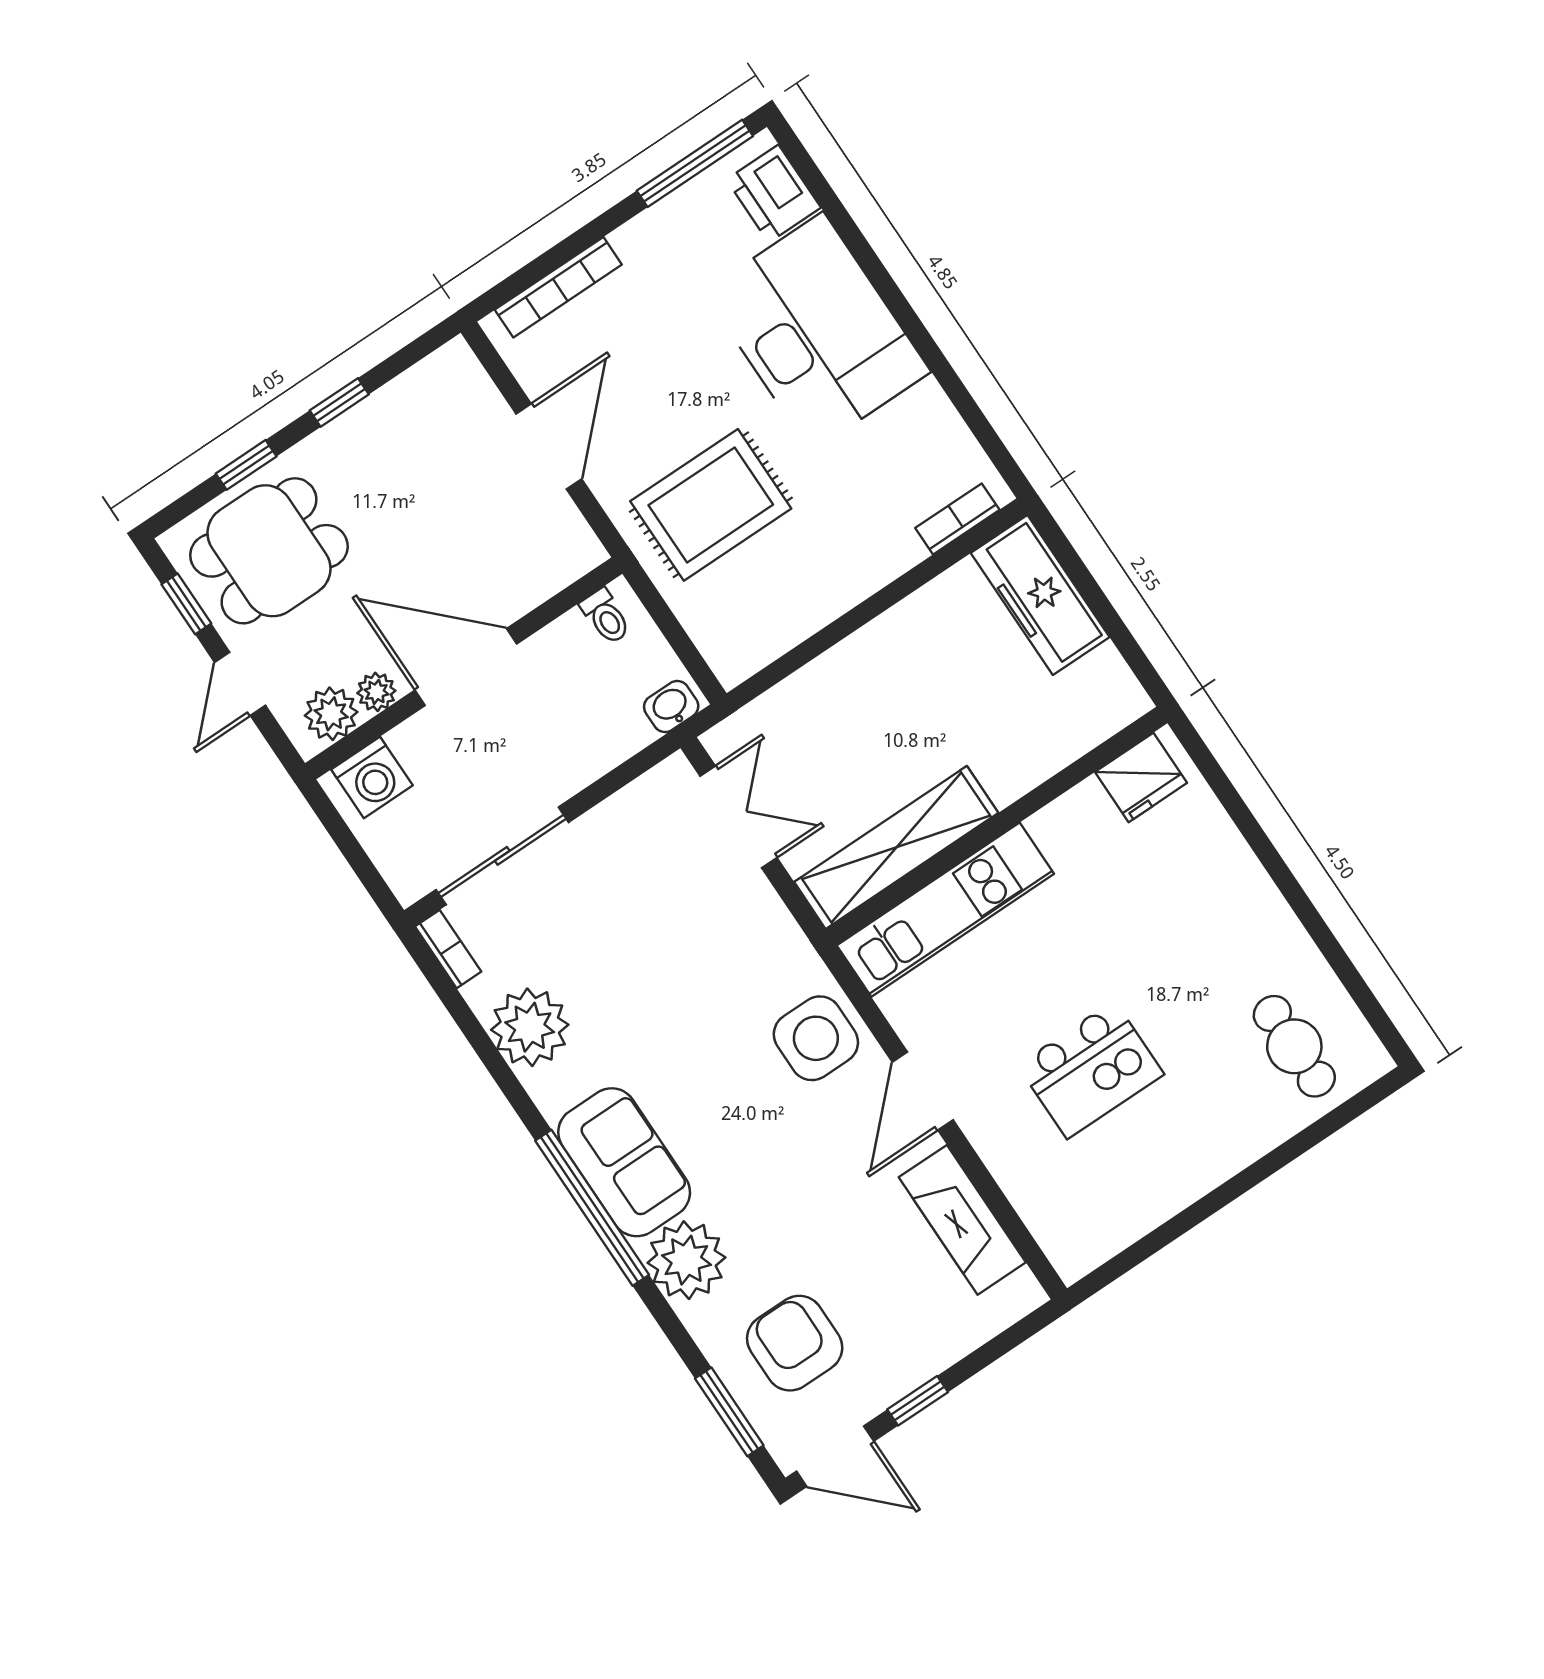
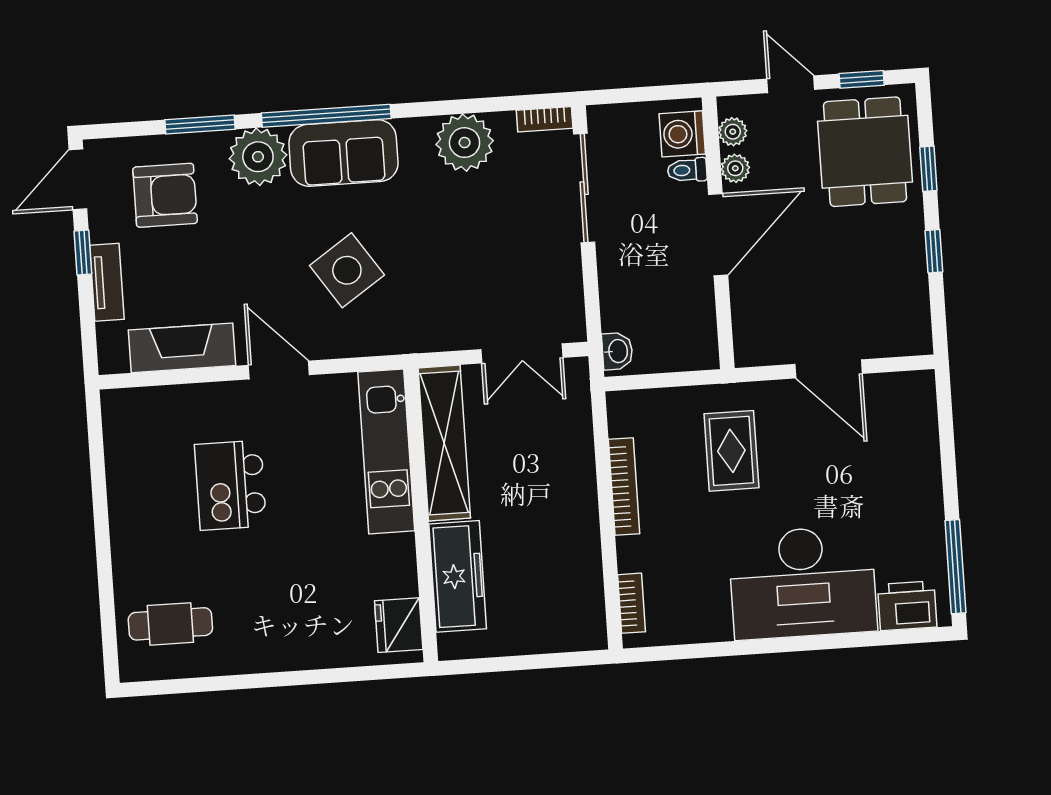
bookcase: (558, 287) -> (624, 486), moved, turned 180
rug: (711, 505) -> (731, 451), width x0.73, depth x0.70
freezer: (1040, 595) -> (458, 576), moved, turned 90
toilet: (606, 616) -> (687, 170), moved
plant: (331, 714) -> (733, 132), width x0.73, depth x0.73
side table: (816, 1038) -> (347, 270), moved, turned -34
tv unit: (936, 1352) -> (107, 282), added
window: (729, 1412) -> (200, 124), moved

